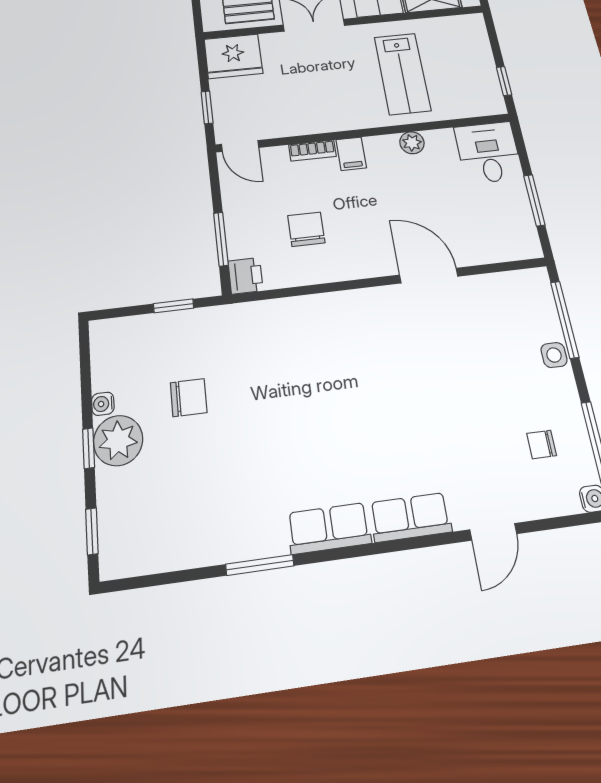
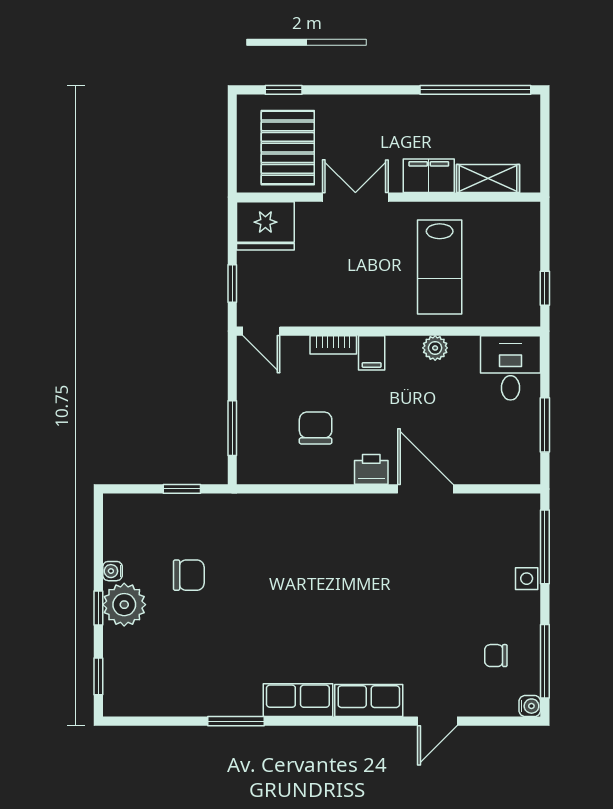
printer: (246, 276) -> (371, 469), moved, turned -90

